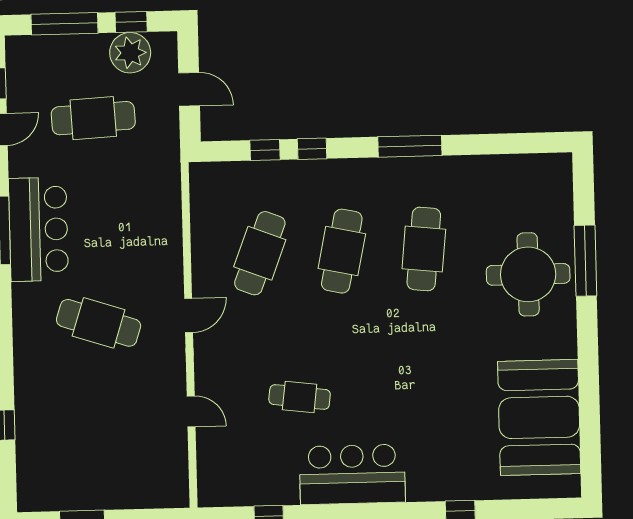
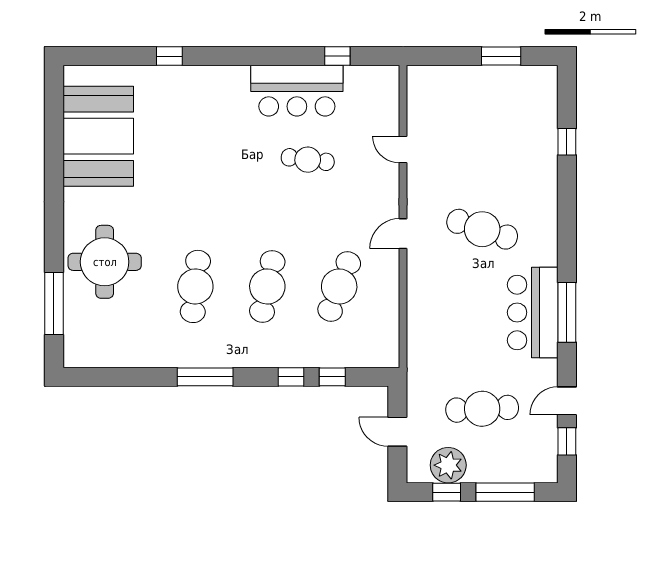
window: (585, 261) -> (54, 303), moved
bar counter: (352, 474) -> (297, 91), moved

